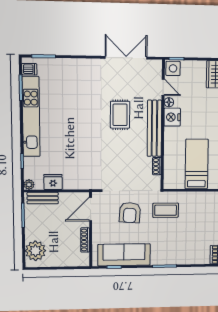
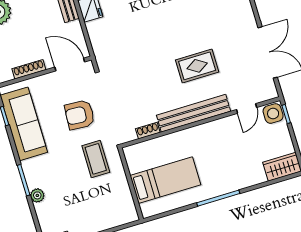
floor lamp: (169, 102) -> (231, 121), removed
nightstand: (172, 117) -> (214, 131), removed
plant: (178, 260) -> (37, 195), added

